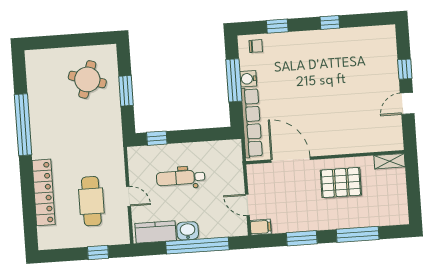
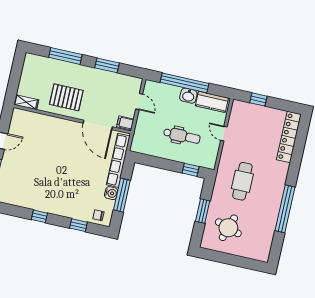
locker: (44, 192) -> (289, 137), moved
cafe table: (91, 201) -> (242, 181), moved
filing cabinet: (261, 227) -> (125, 123), moved

